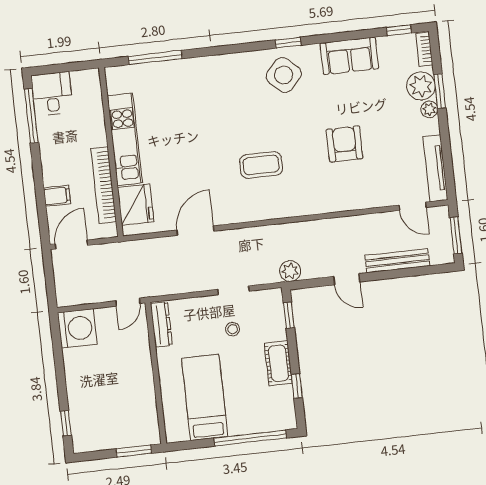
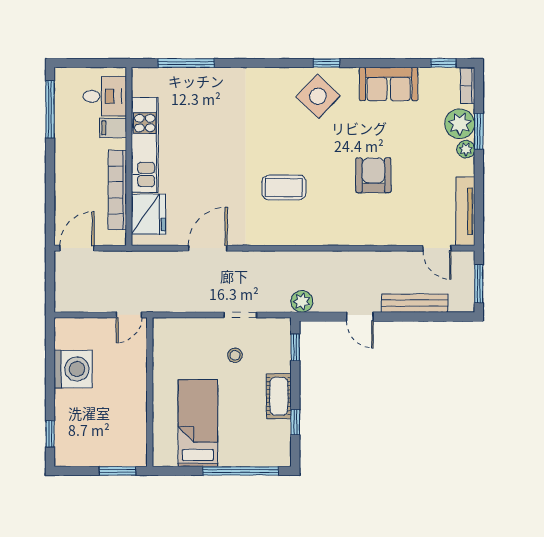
desk: (52, 94) -> (105, 96), moved, turned 90
filing cabinet: (57, 196) -> (113, 128), moved, turned 180
dresser: (161, 324) -> (161, 342), removed
washing machine: (77, 328) -> (73, 369), moved

